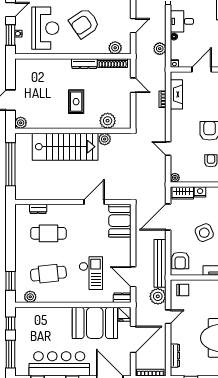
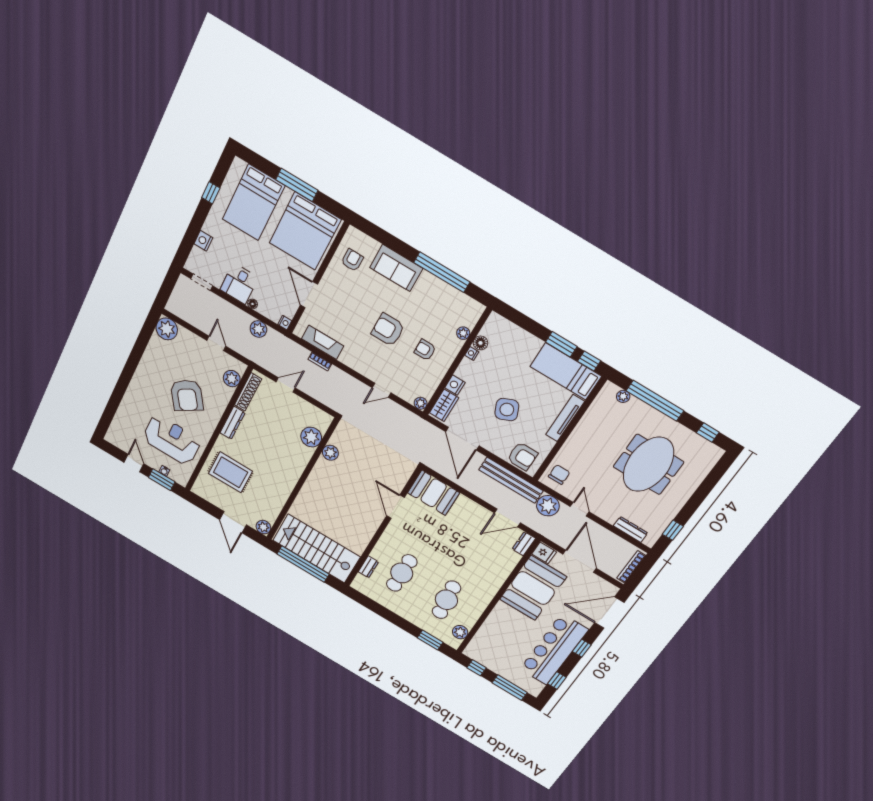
rug: (76, 102) -> (230, 472), moved, width x1.36, depth x1.43
stairs: (65, 147) -> (316, 549), moved, turned -90
checkout: (91, 273) -> (474, 558), removed

